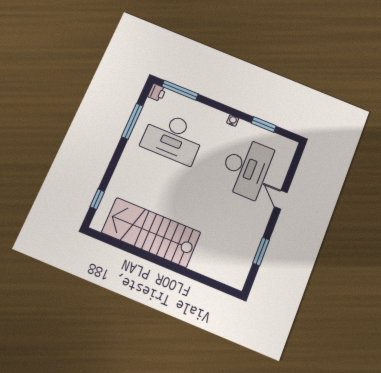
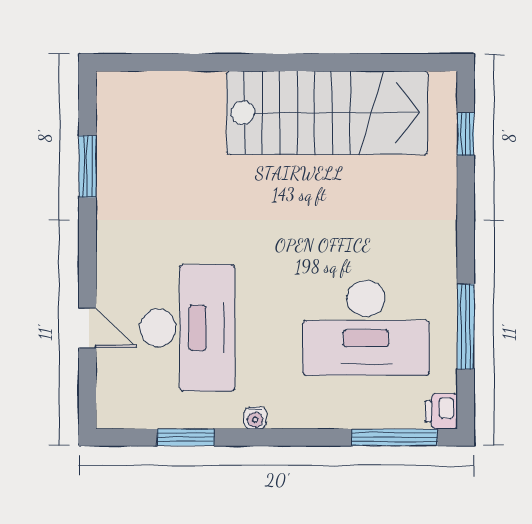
desk: (173, 138) -> (366, 328), turned 180
desk: (246, 168) -> (187, 328), turned 180
door: (281, 200) -> (87, 328), moved

